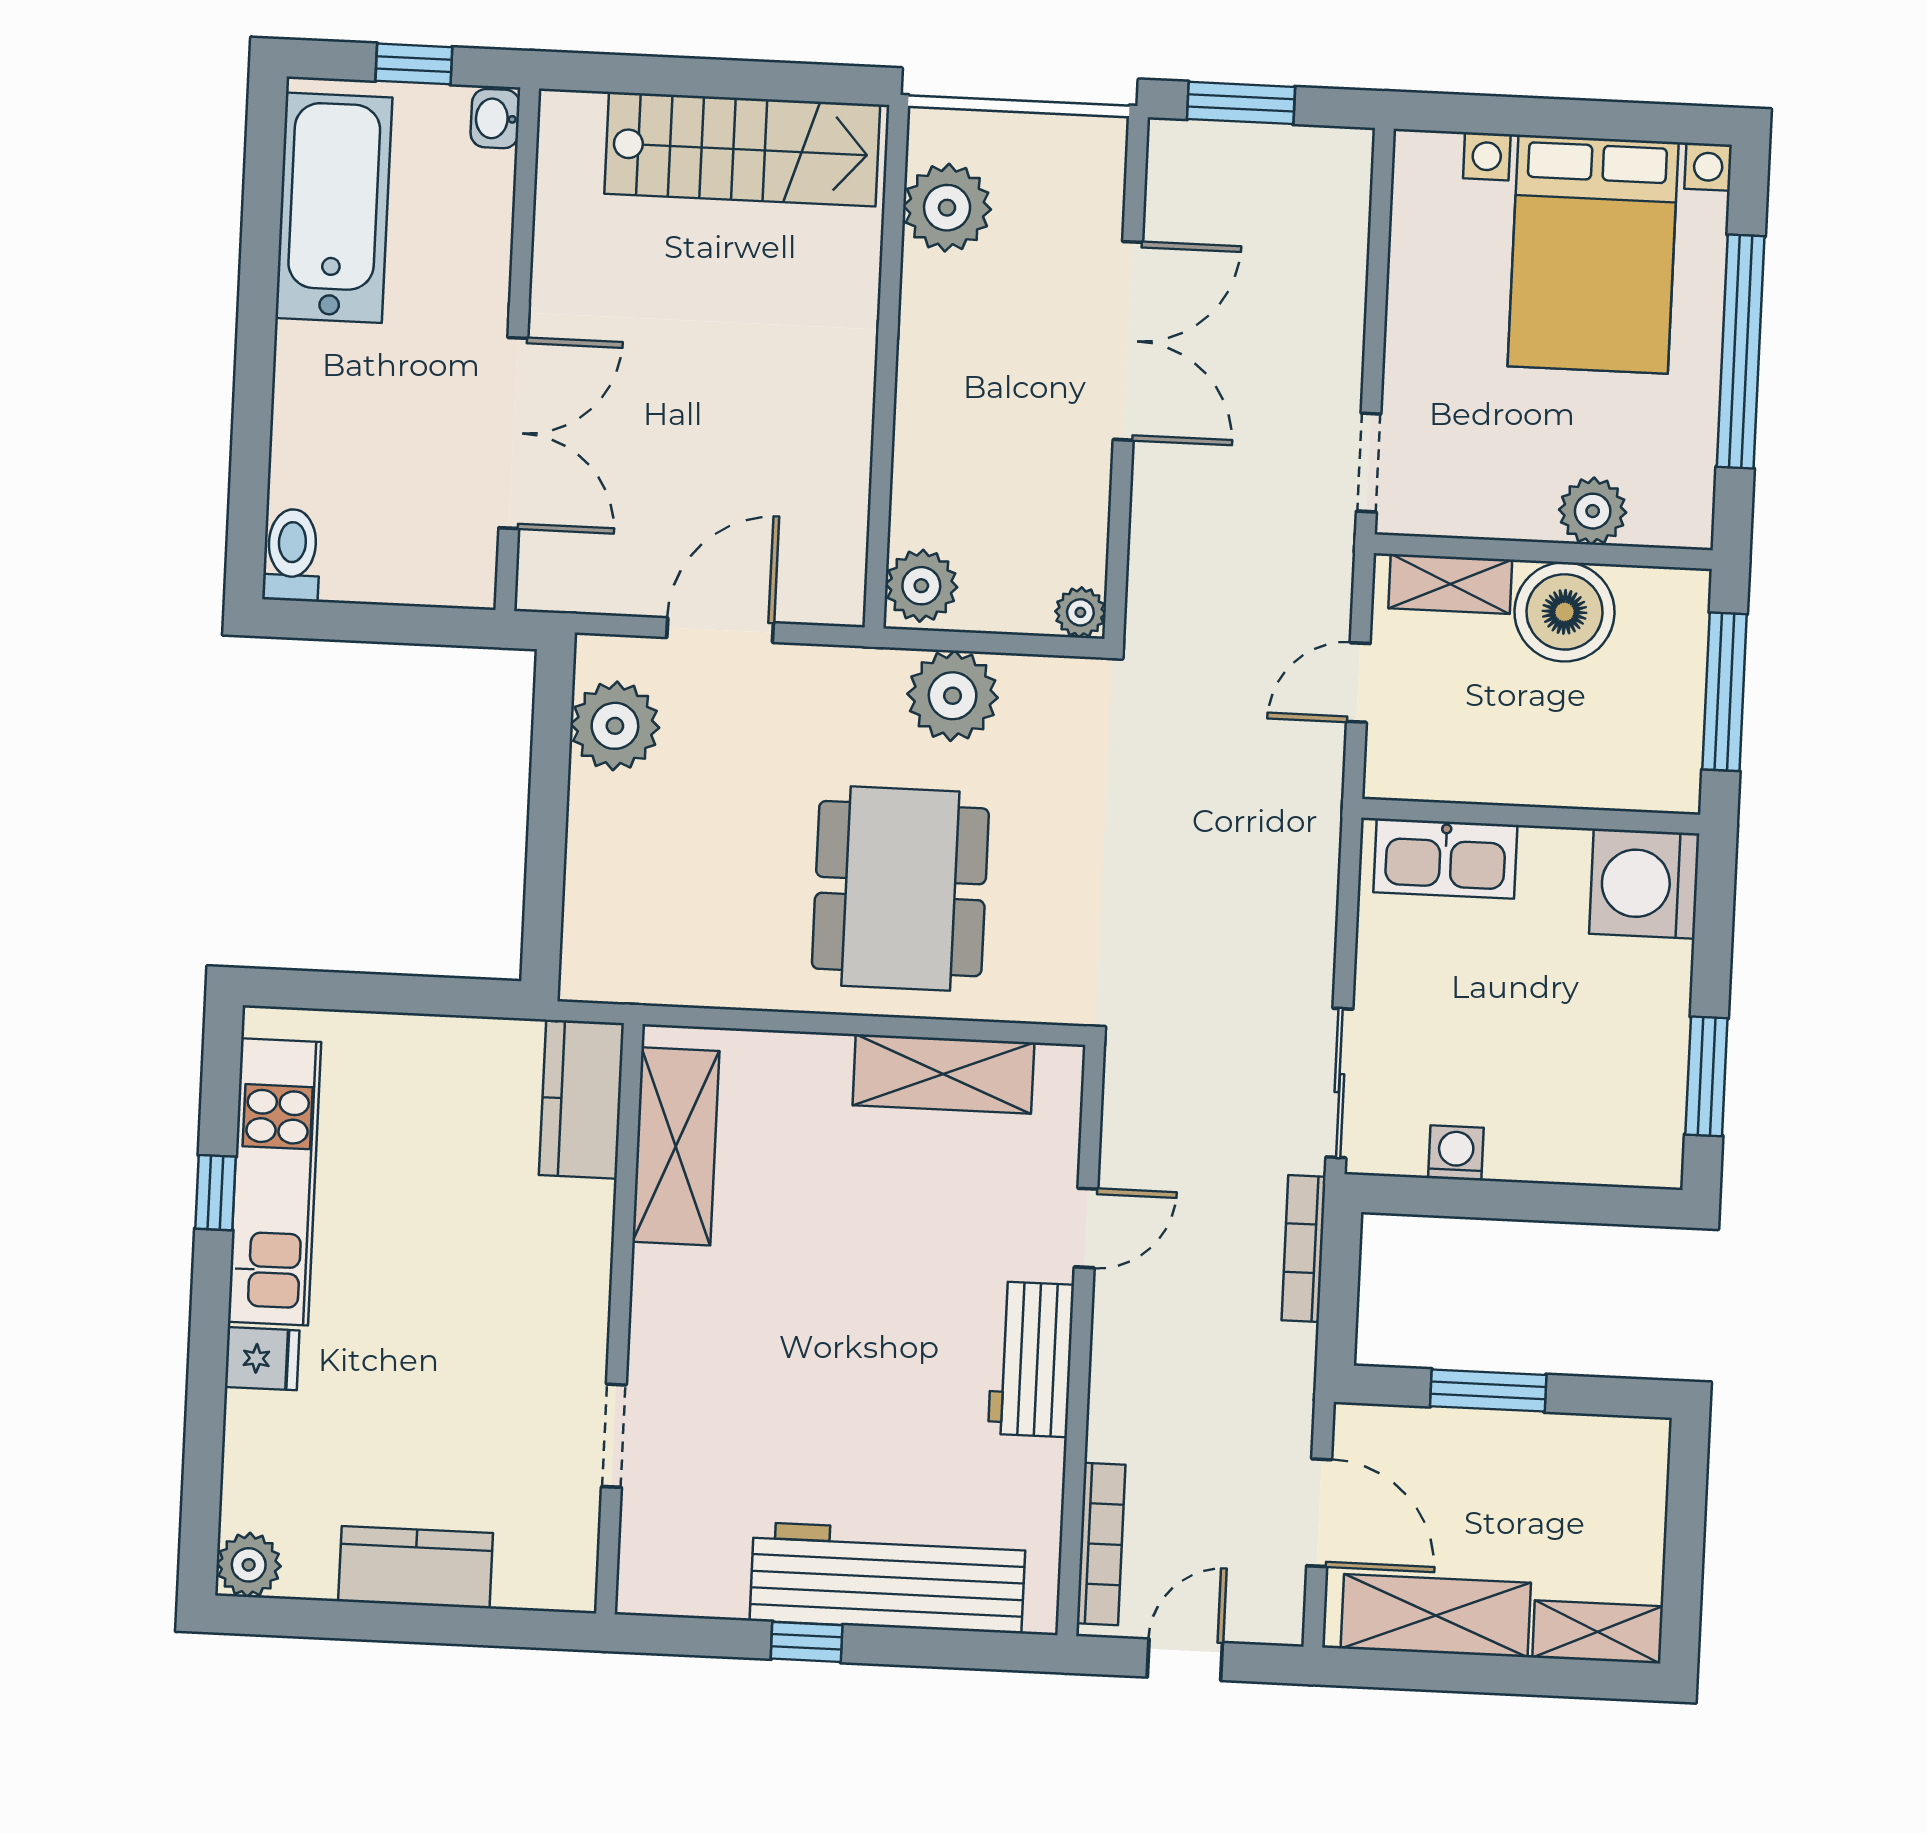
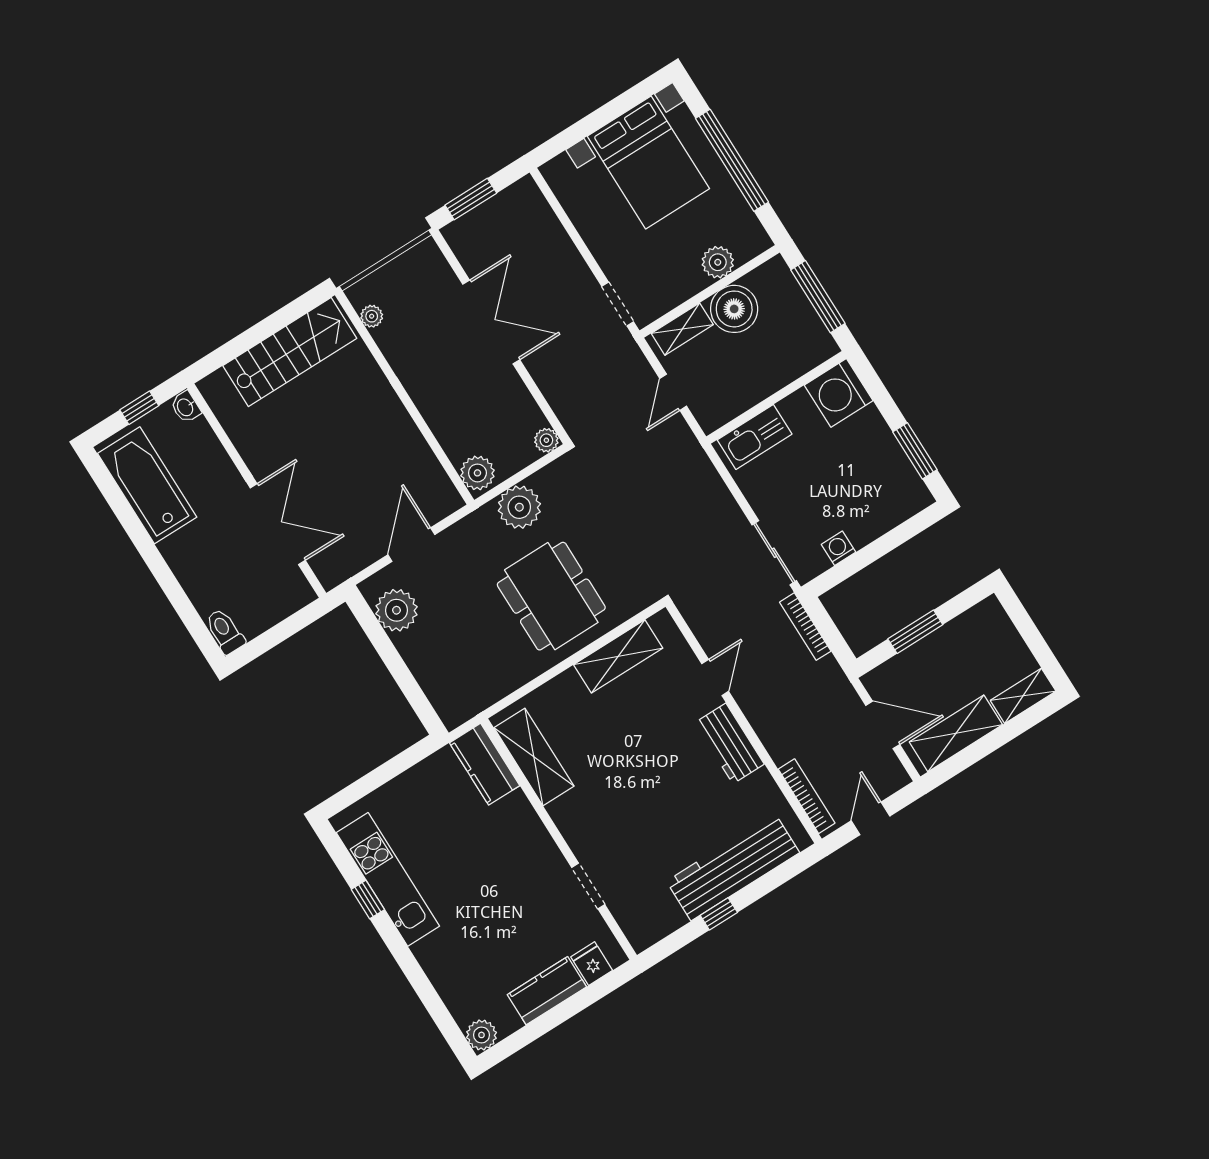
plant: (947, 208) -> (372, 316), width x0.53, depth x0.53
fridge: (262, 1359) -> (592, 964), moved, turned -90

